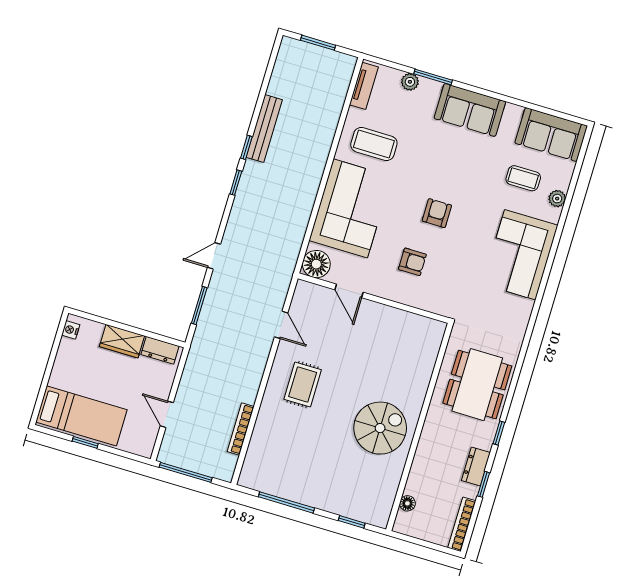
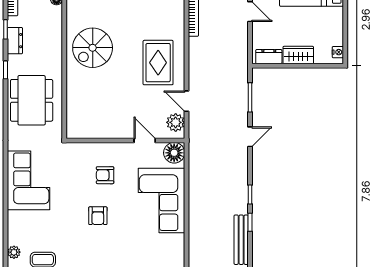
coffee table: (374, 144) -> (158, 252), removed
corner sofa: (520, 255) -> (29, 180), moved
plant: (303, 302) -> (176, 122), added
rug: (303, 384) -> (158, 63), width x1.36, depth x1.43

